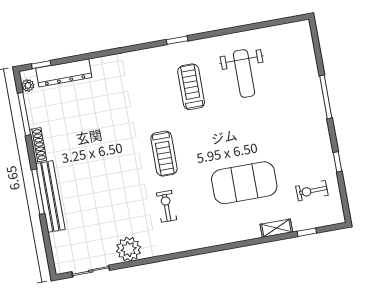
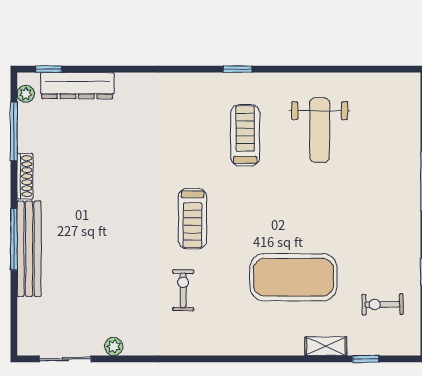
plant: (129, 249) -> (114, 346), width x0.53, depth x0.53

